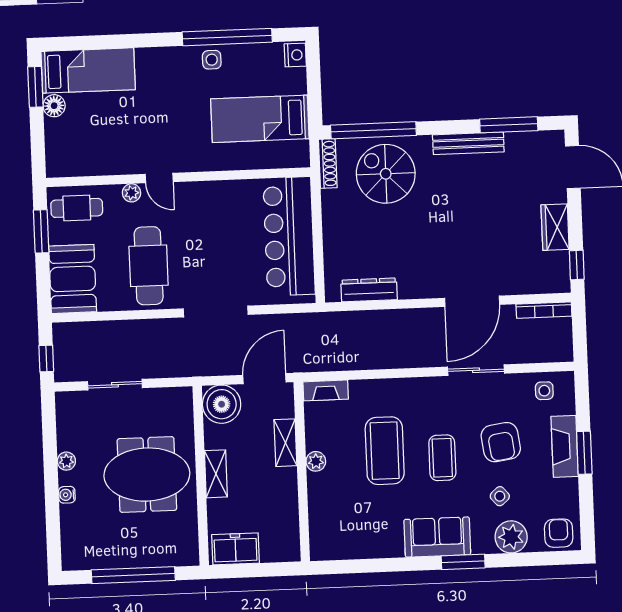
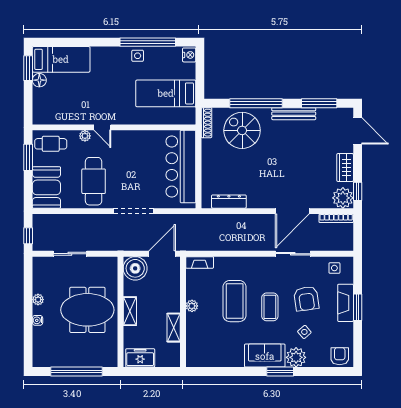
window: (373, 130) -> (256, 103), moved
plant: (553, 276) -> (343, 198), added
shelving: (285, 443) -> (174, 328), moved
plant: (511, 537) -> (296, 357), moved

